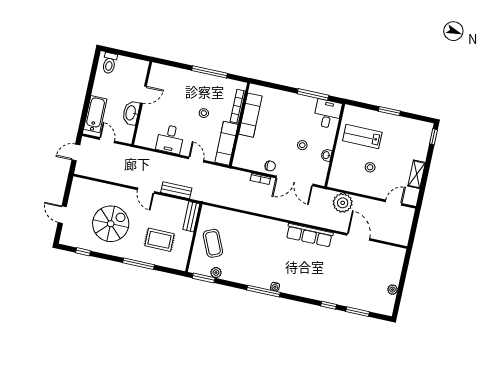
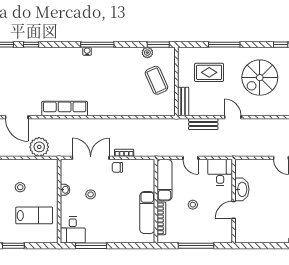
door: (144, 95) -> (234, 210), moved
wall: (142, 103) -> (234, 201), moved
washbasin: (131, 113) -> (242, 189), moved

